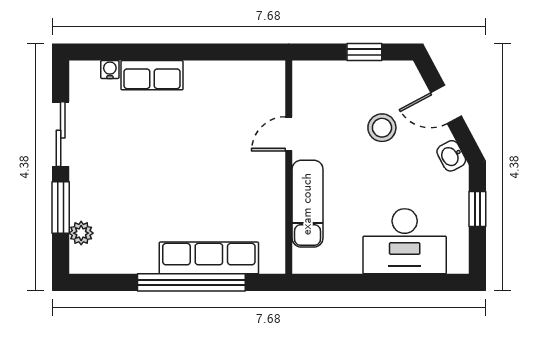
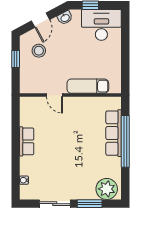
row of seats: (152, 75) -> (27, 141), moved
stool: (382, 128) -> (39, 51), moved
plant: (81, 233) -> (107, 189), width x1.87, depth x1.87
desk: (405, 241) -> (101, 25), moved, turned -90

